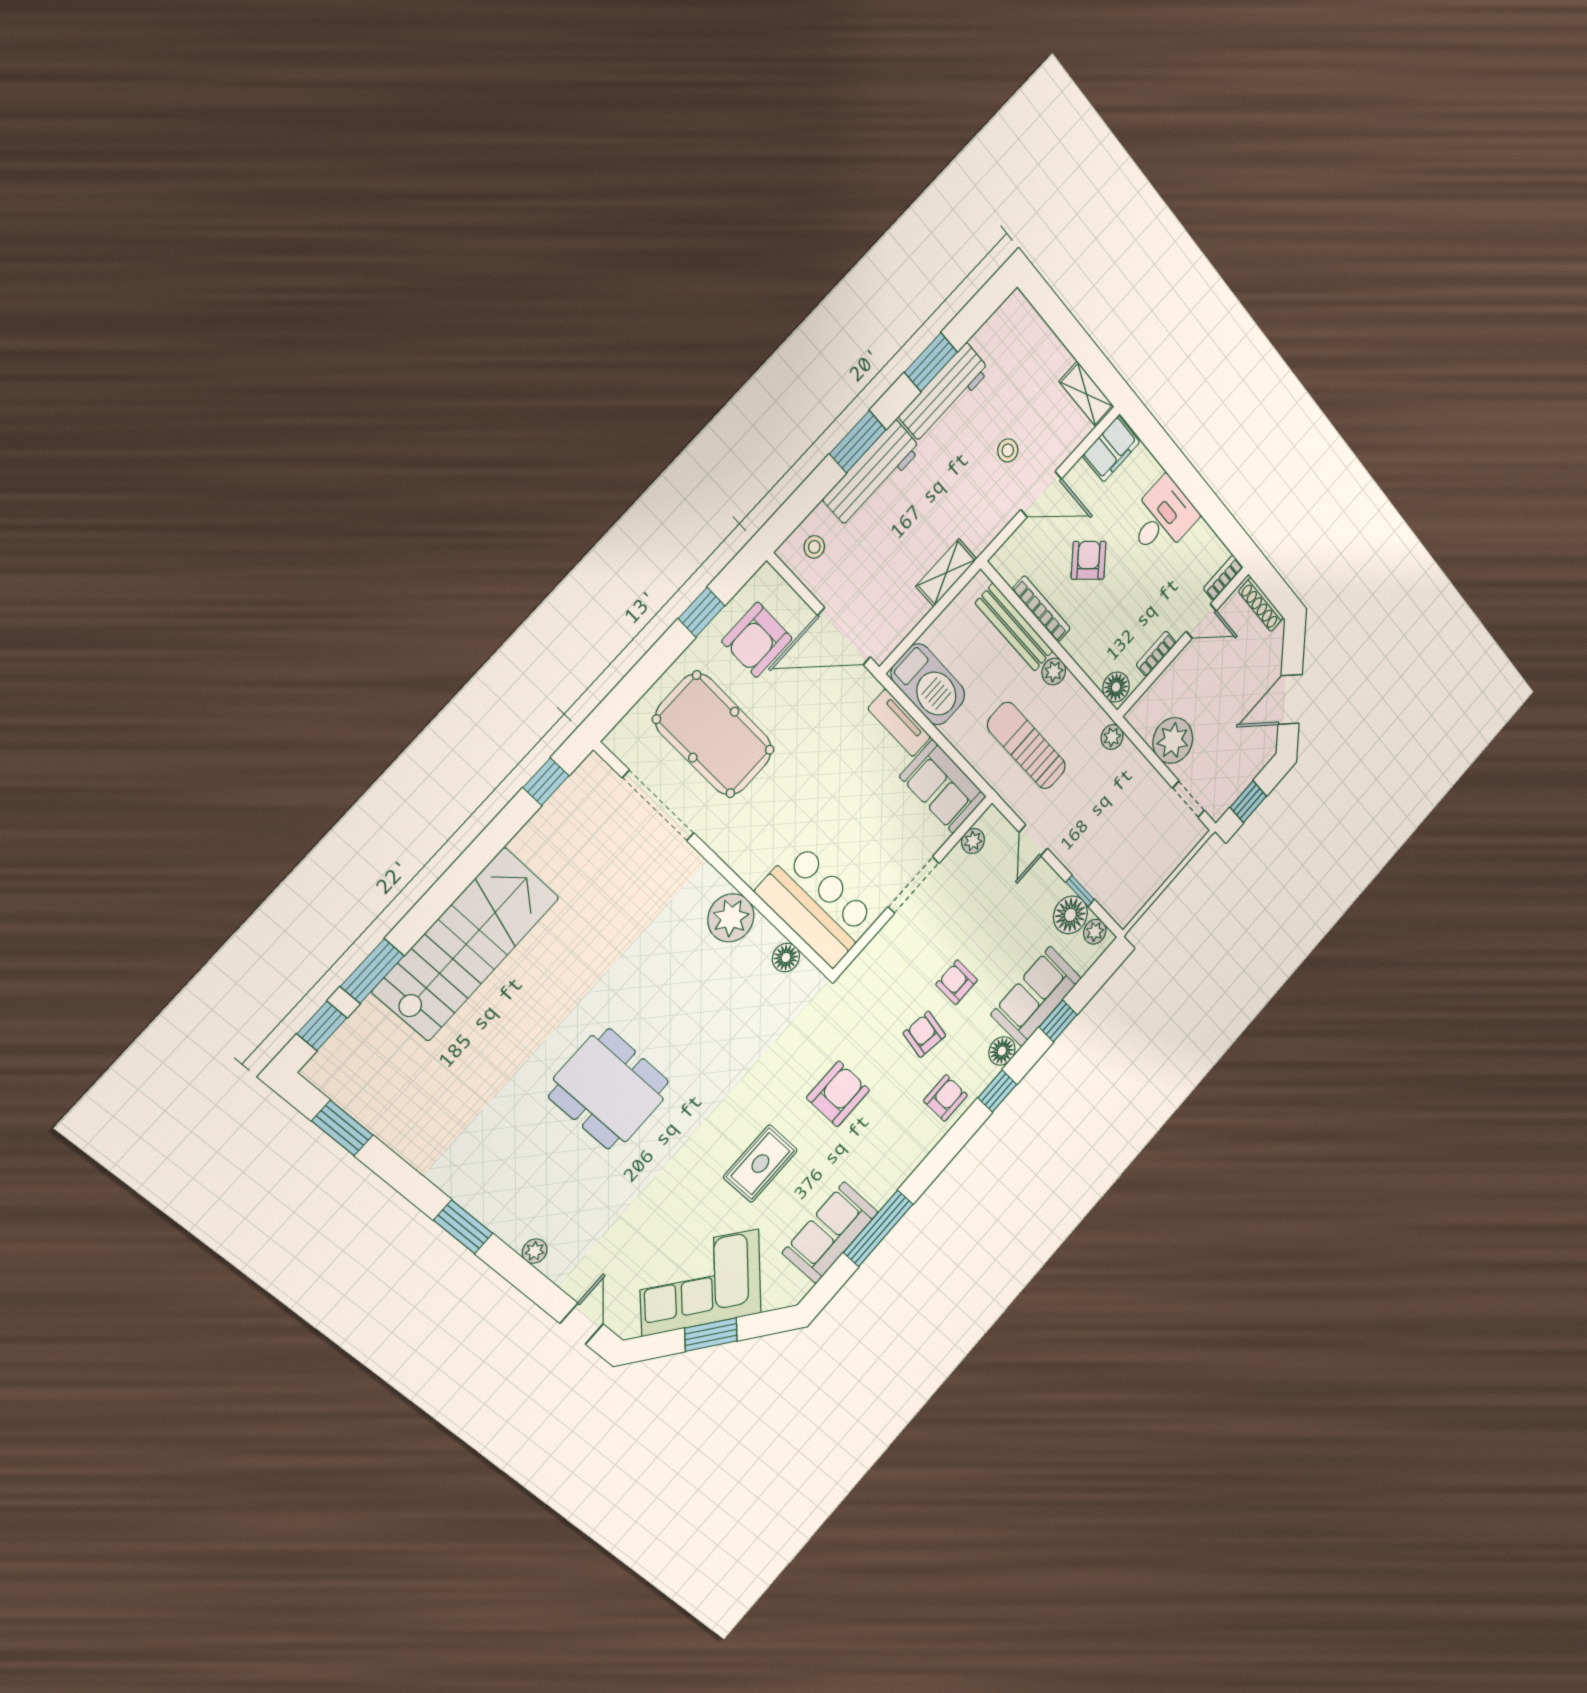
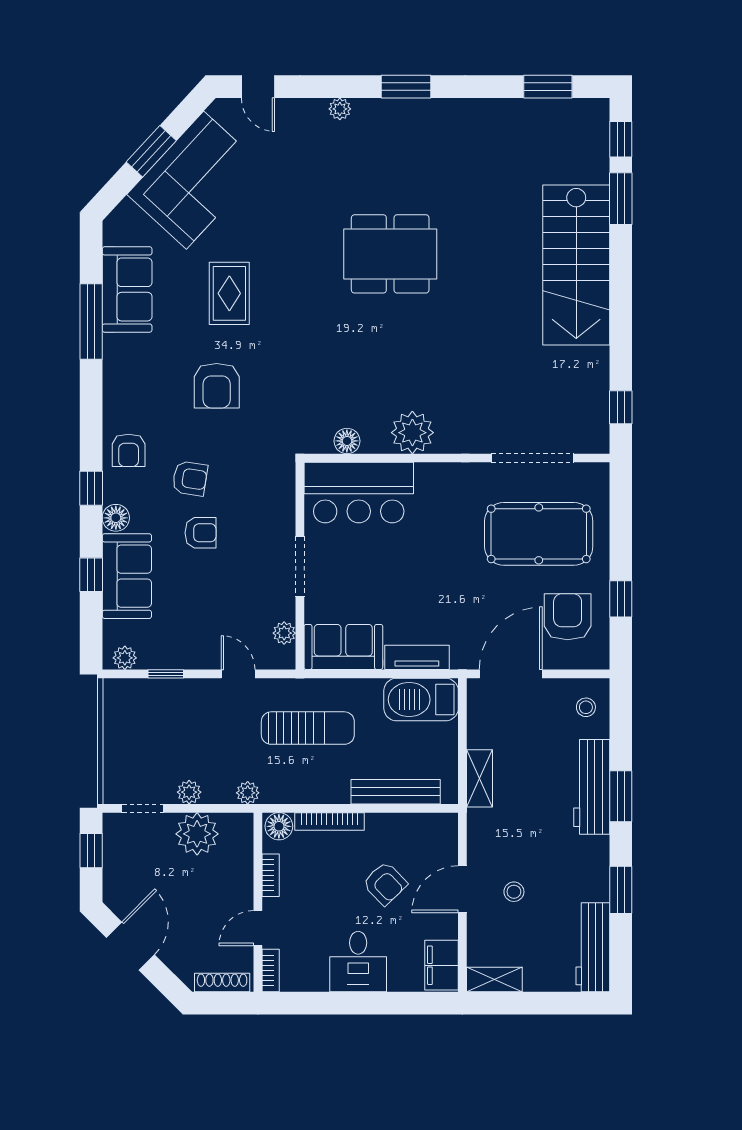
workbench: (944, 393) -> (593, 947), moved
bookcase: (1041, 609) -> (330, 821), moved
plant: (1054, 672) -> (189, 792), moved
floor lamp: (1070, 915) -> (157, 652), removed

